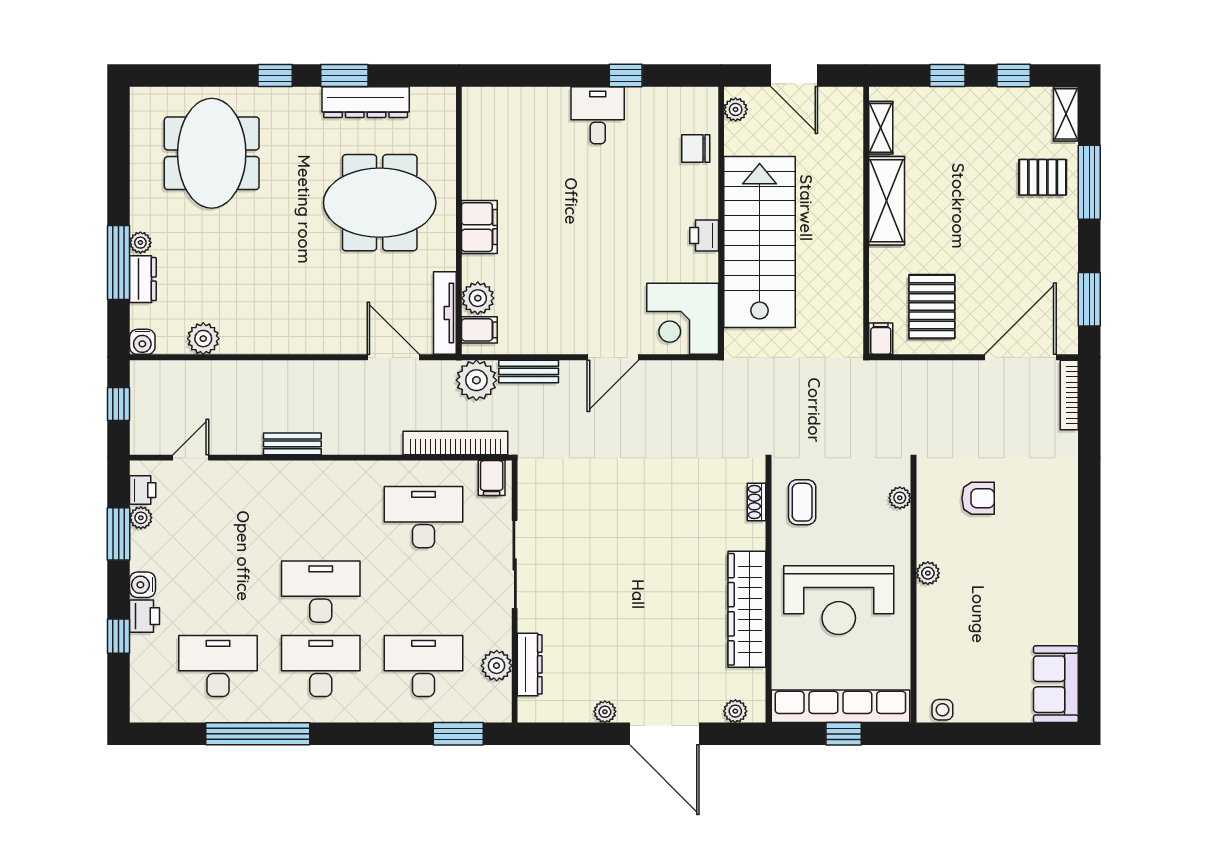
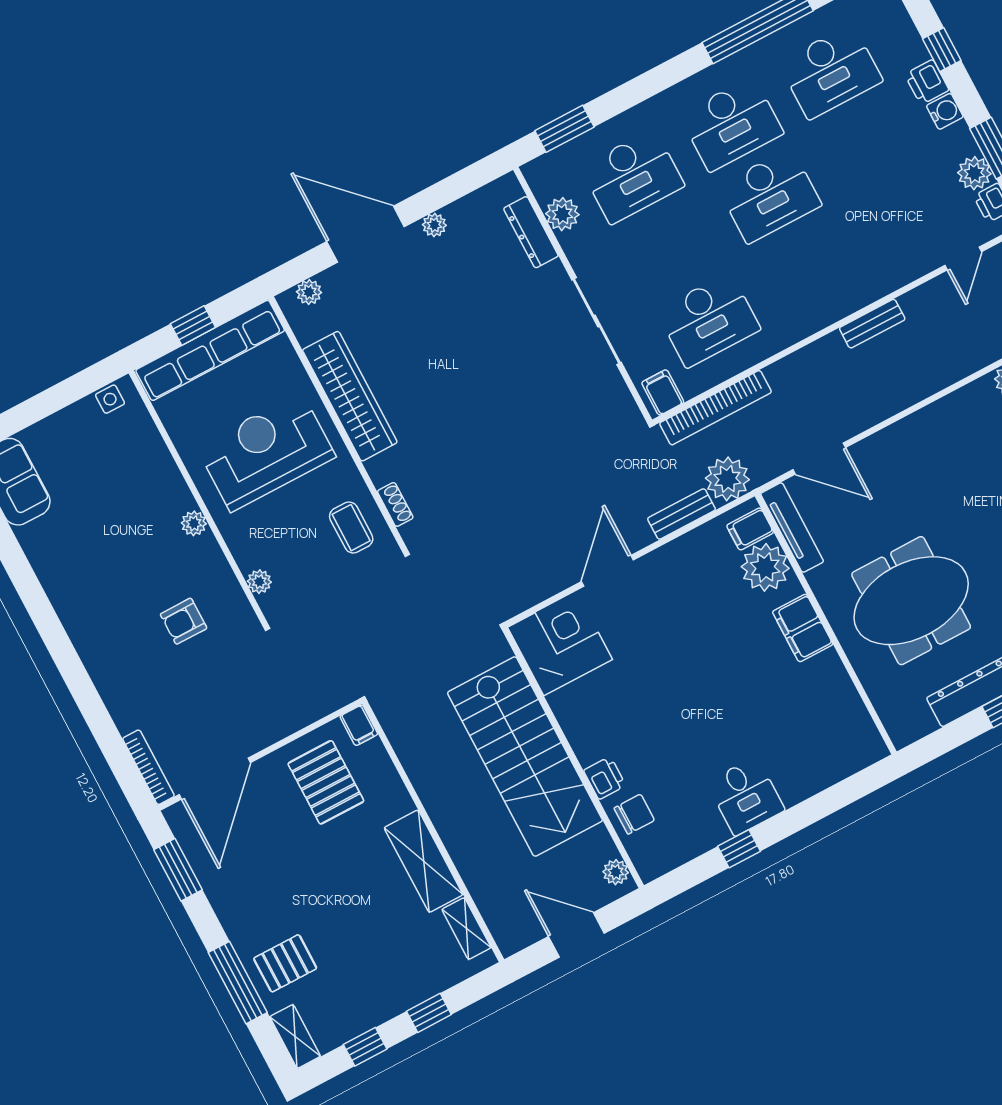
printer: (704, 235) -> (605, 778), moved
plant: (478, 298) -> (765, 567), width x1.36, depth x1.36
plant: (141, 518) -> (974, 173), width x1.38, depth x1.38

